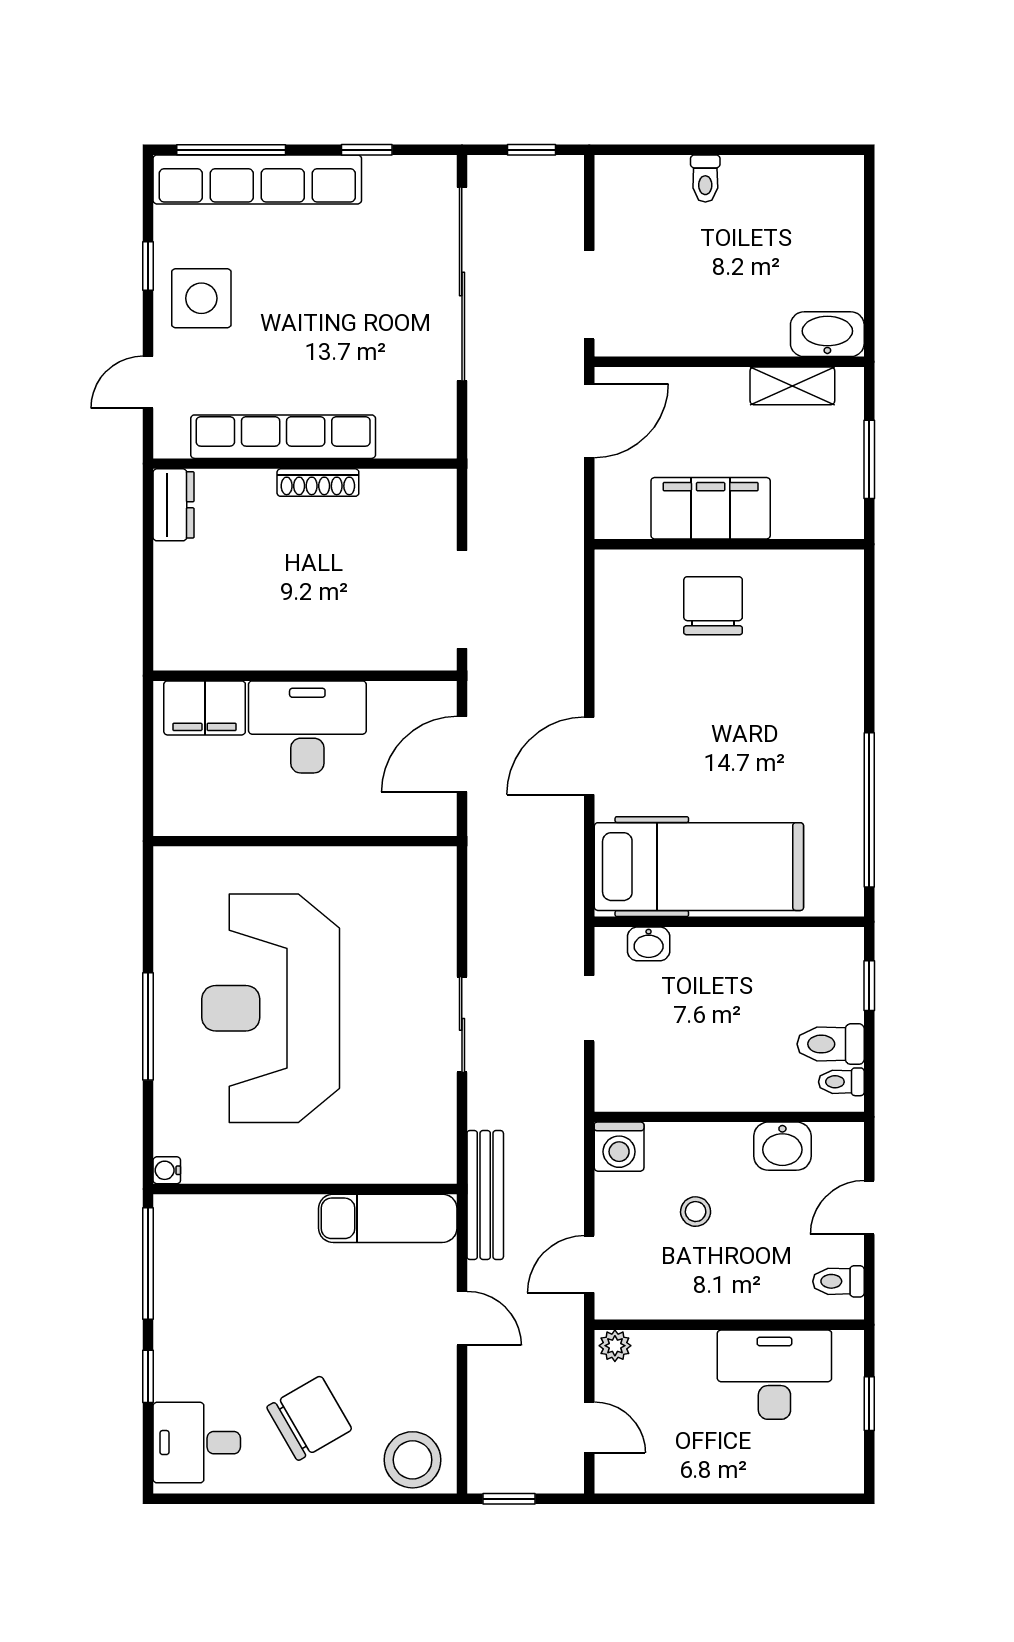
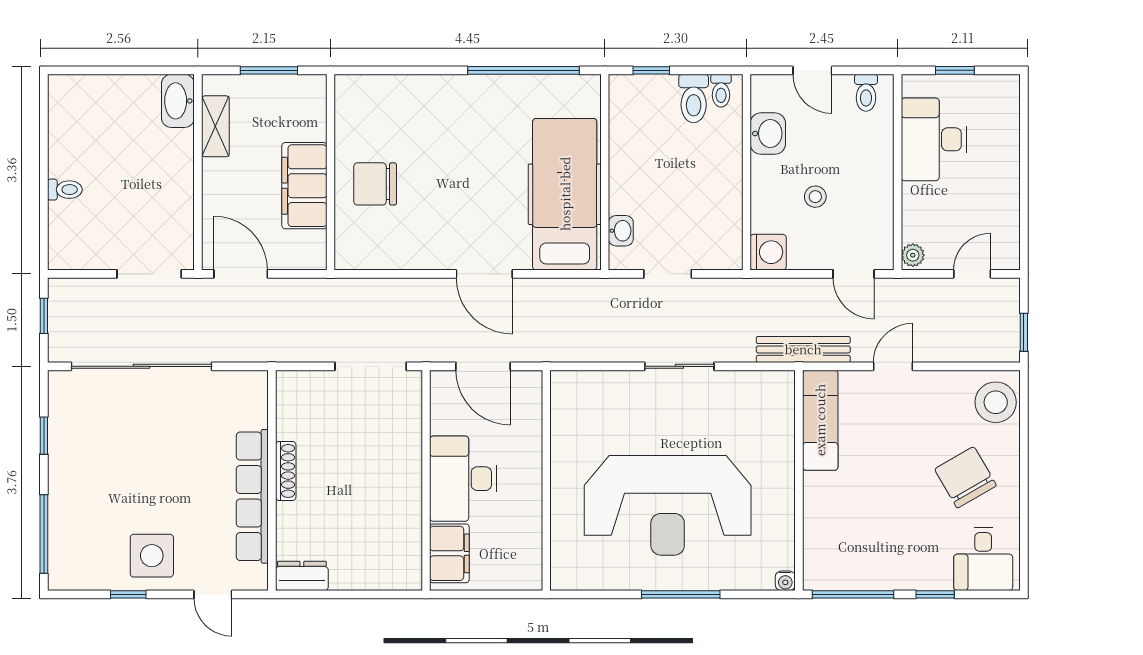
row of seats: (257, 179) -> (65, 515), removed

